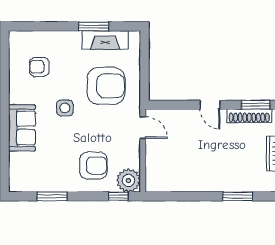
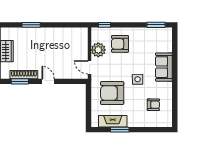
plant: (129, 180) -> (98, 50), moved
window: (52, 196) -> (156, 25), moved

